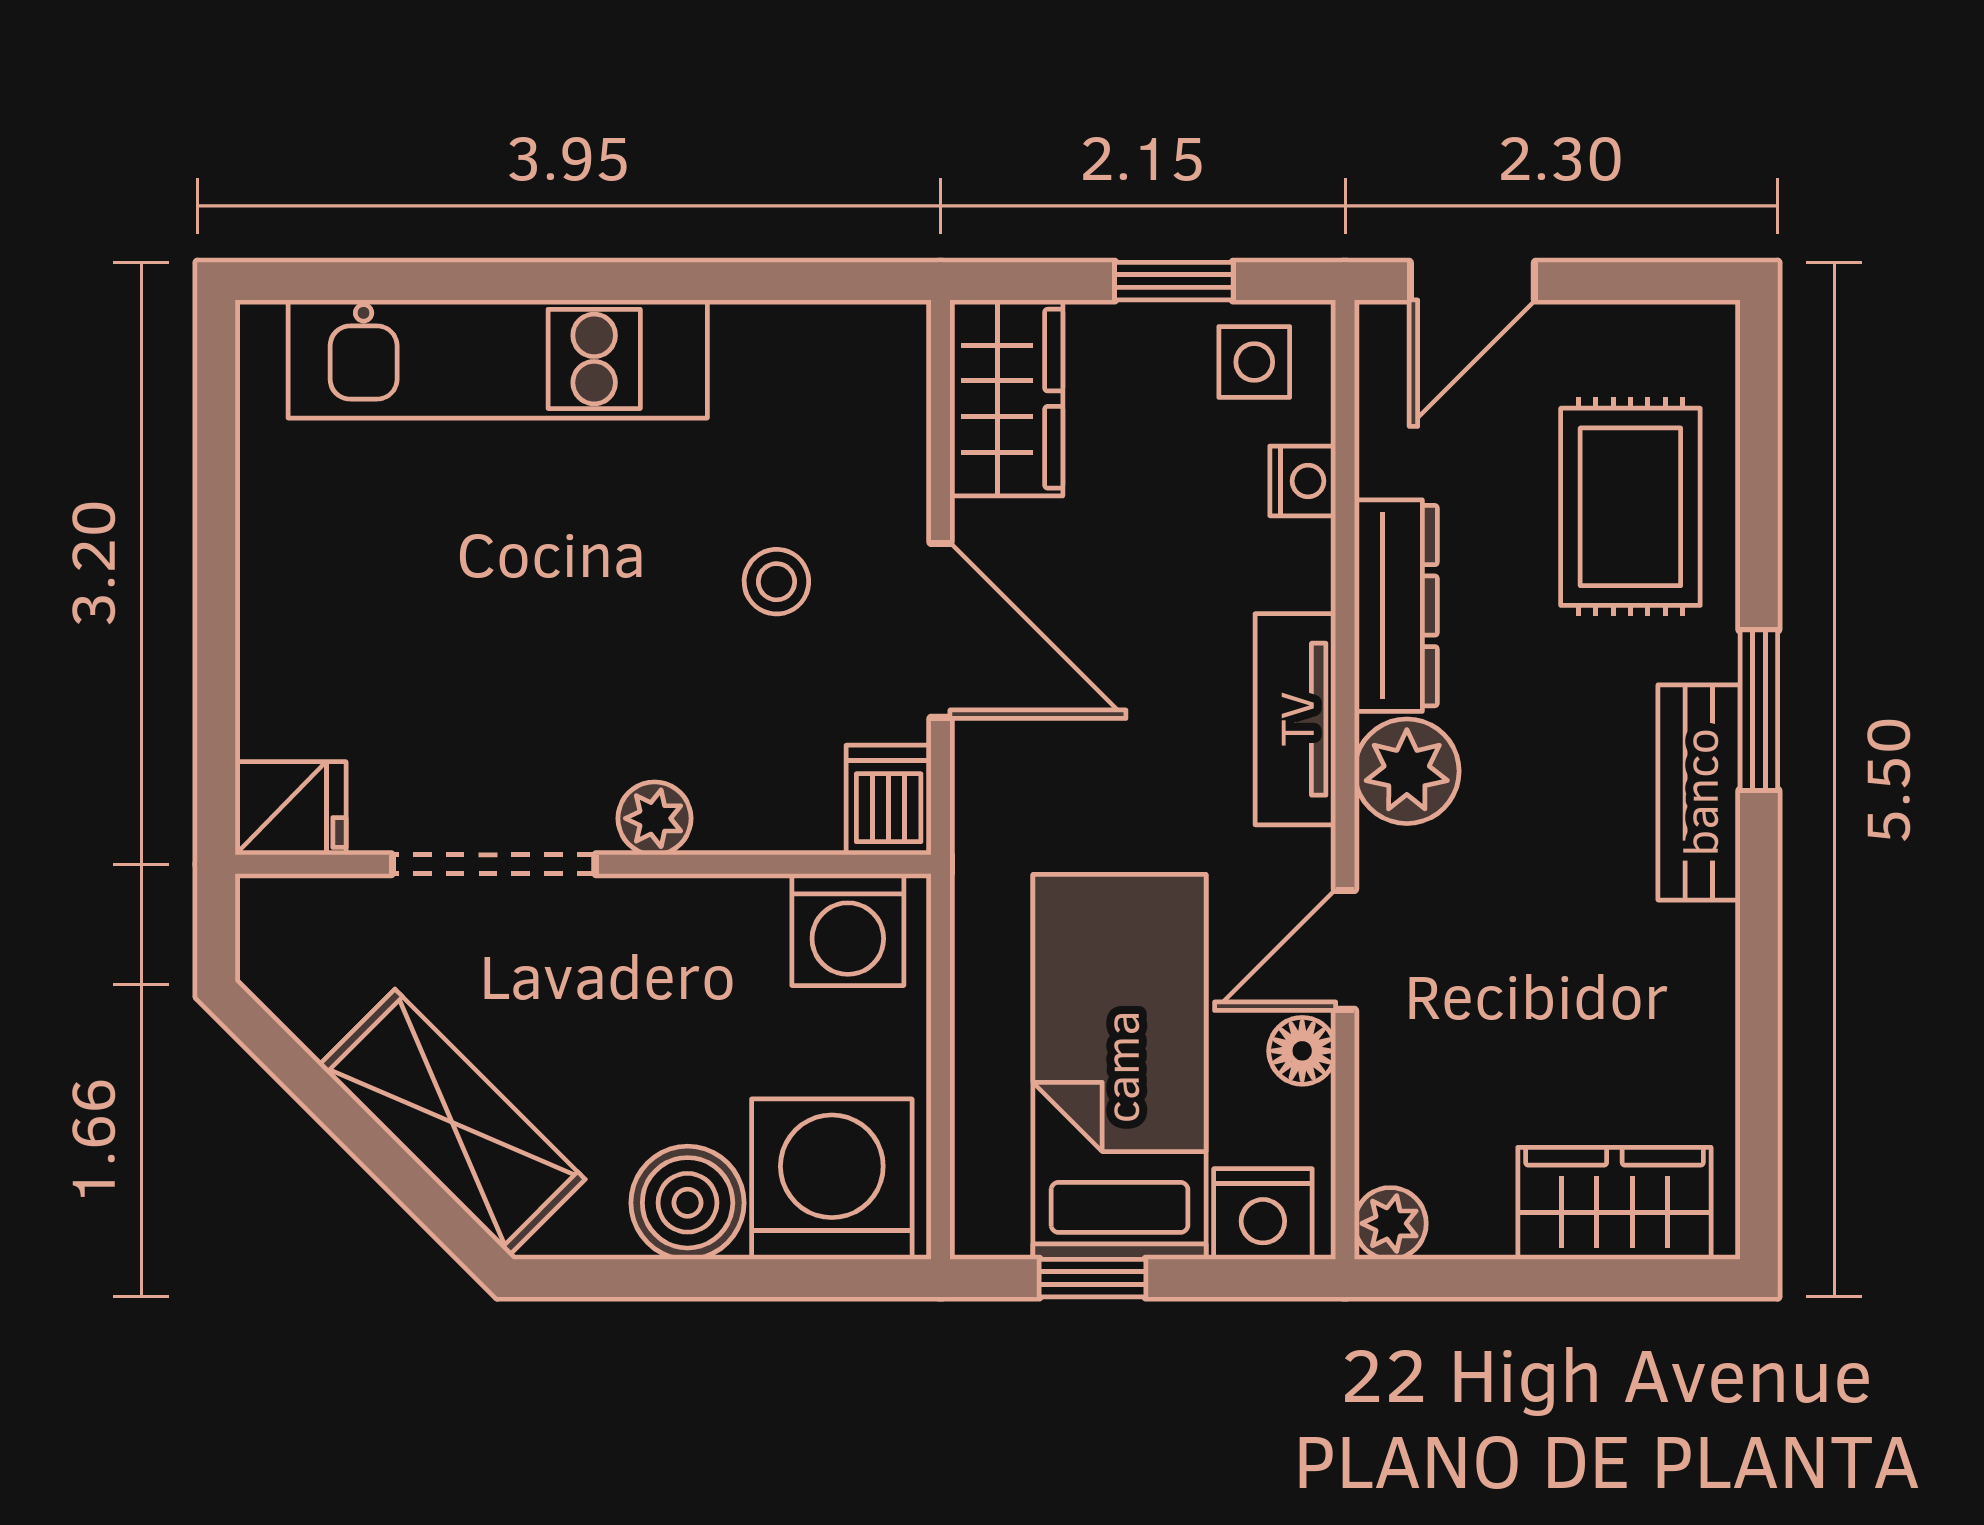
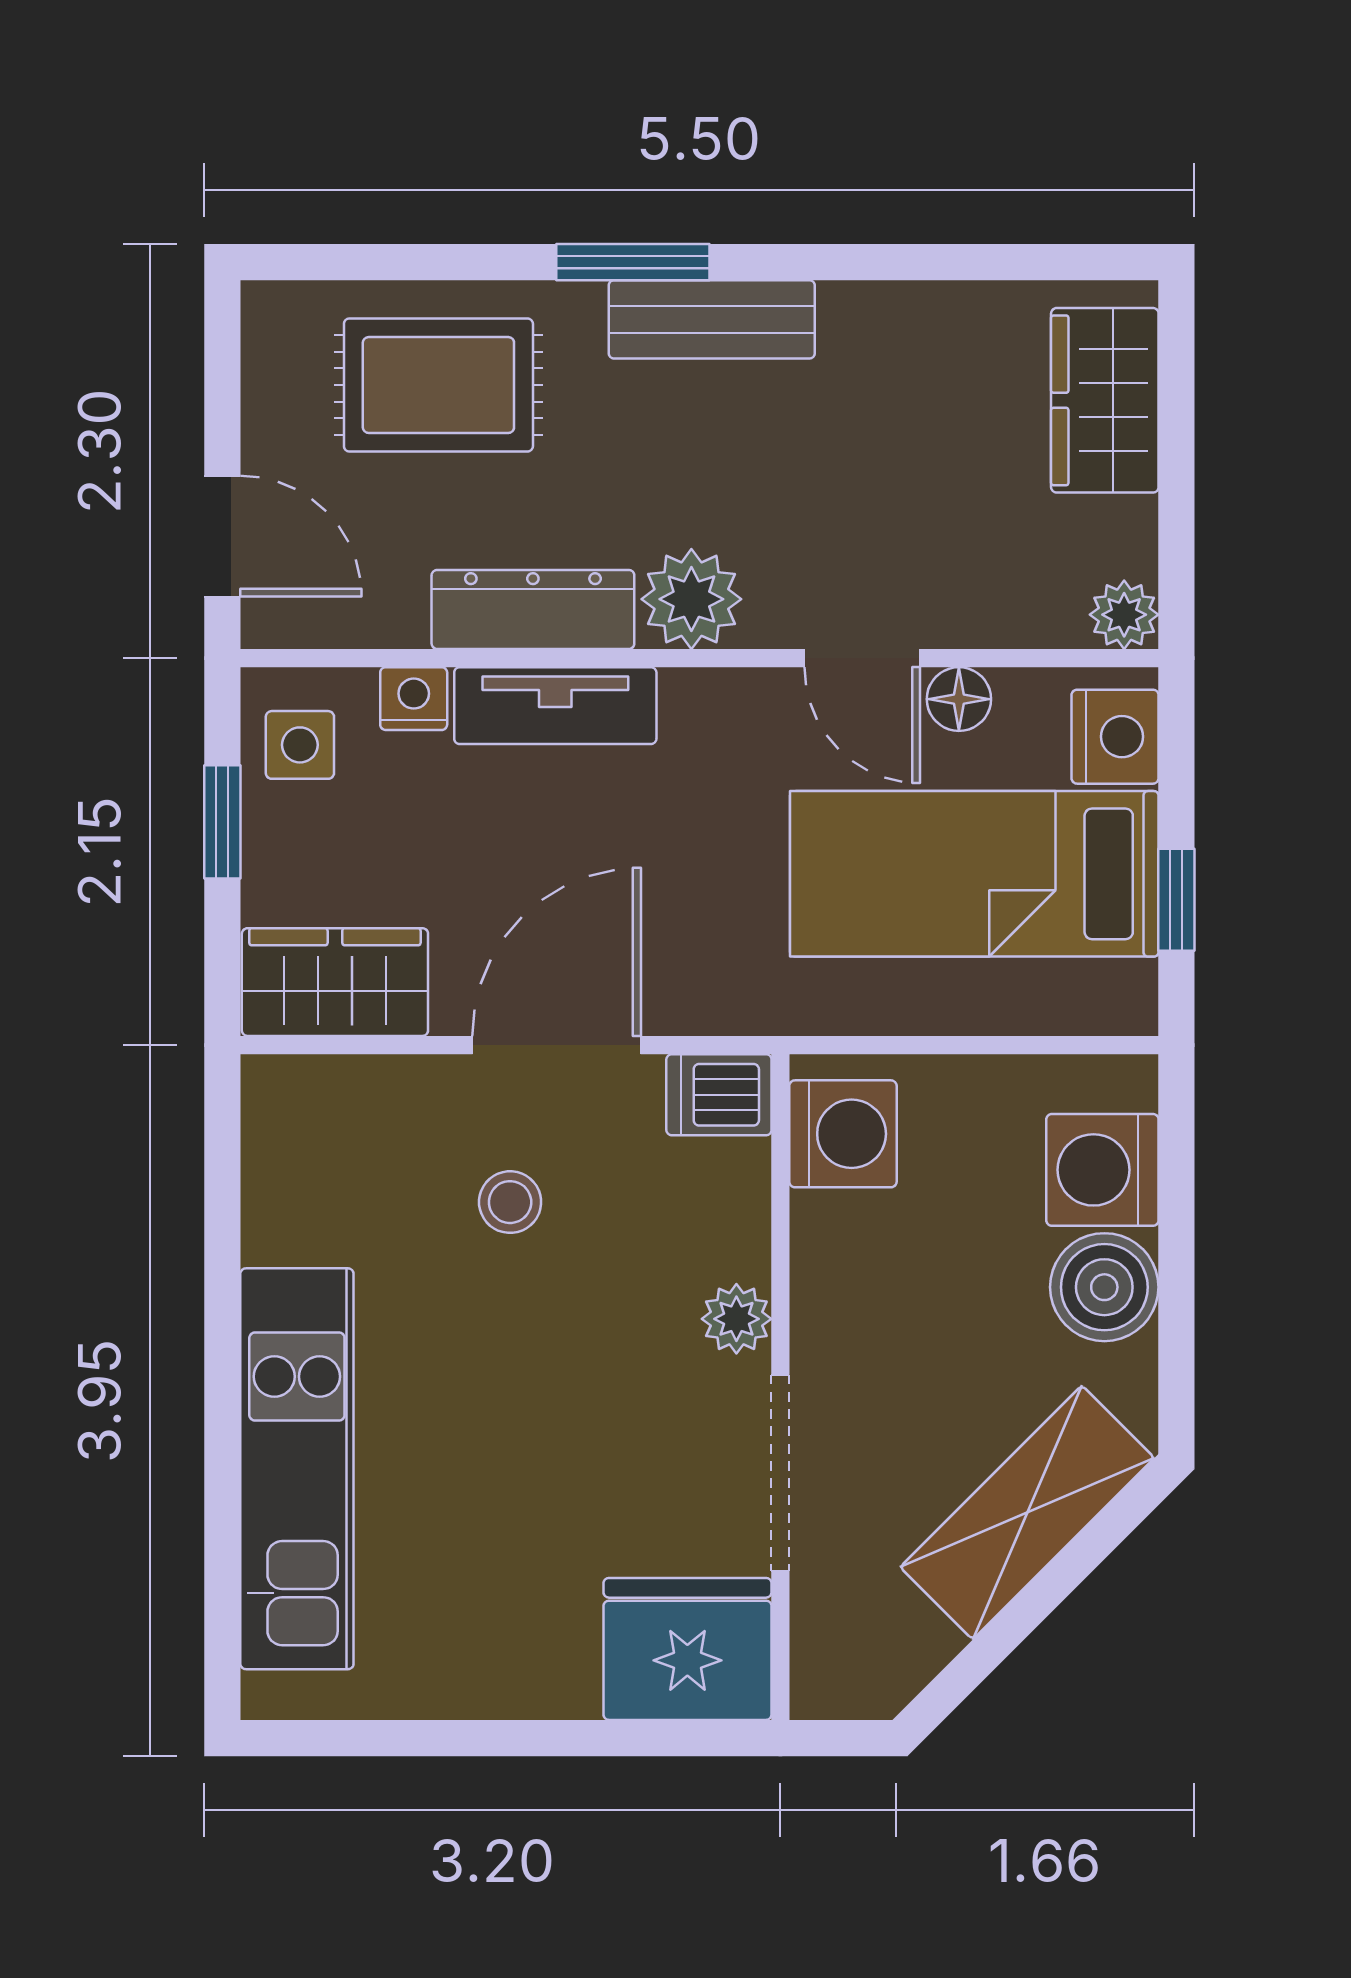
tv unit: (1295, 719) -> (555, 706), moved
fridge: (291, 808) -> (687, 1649), width x1.88, depth x1.34
washing machine: (832, 1179) -> (1102, 1170), width x0.73, depth x0.73

